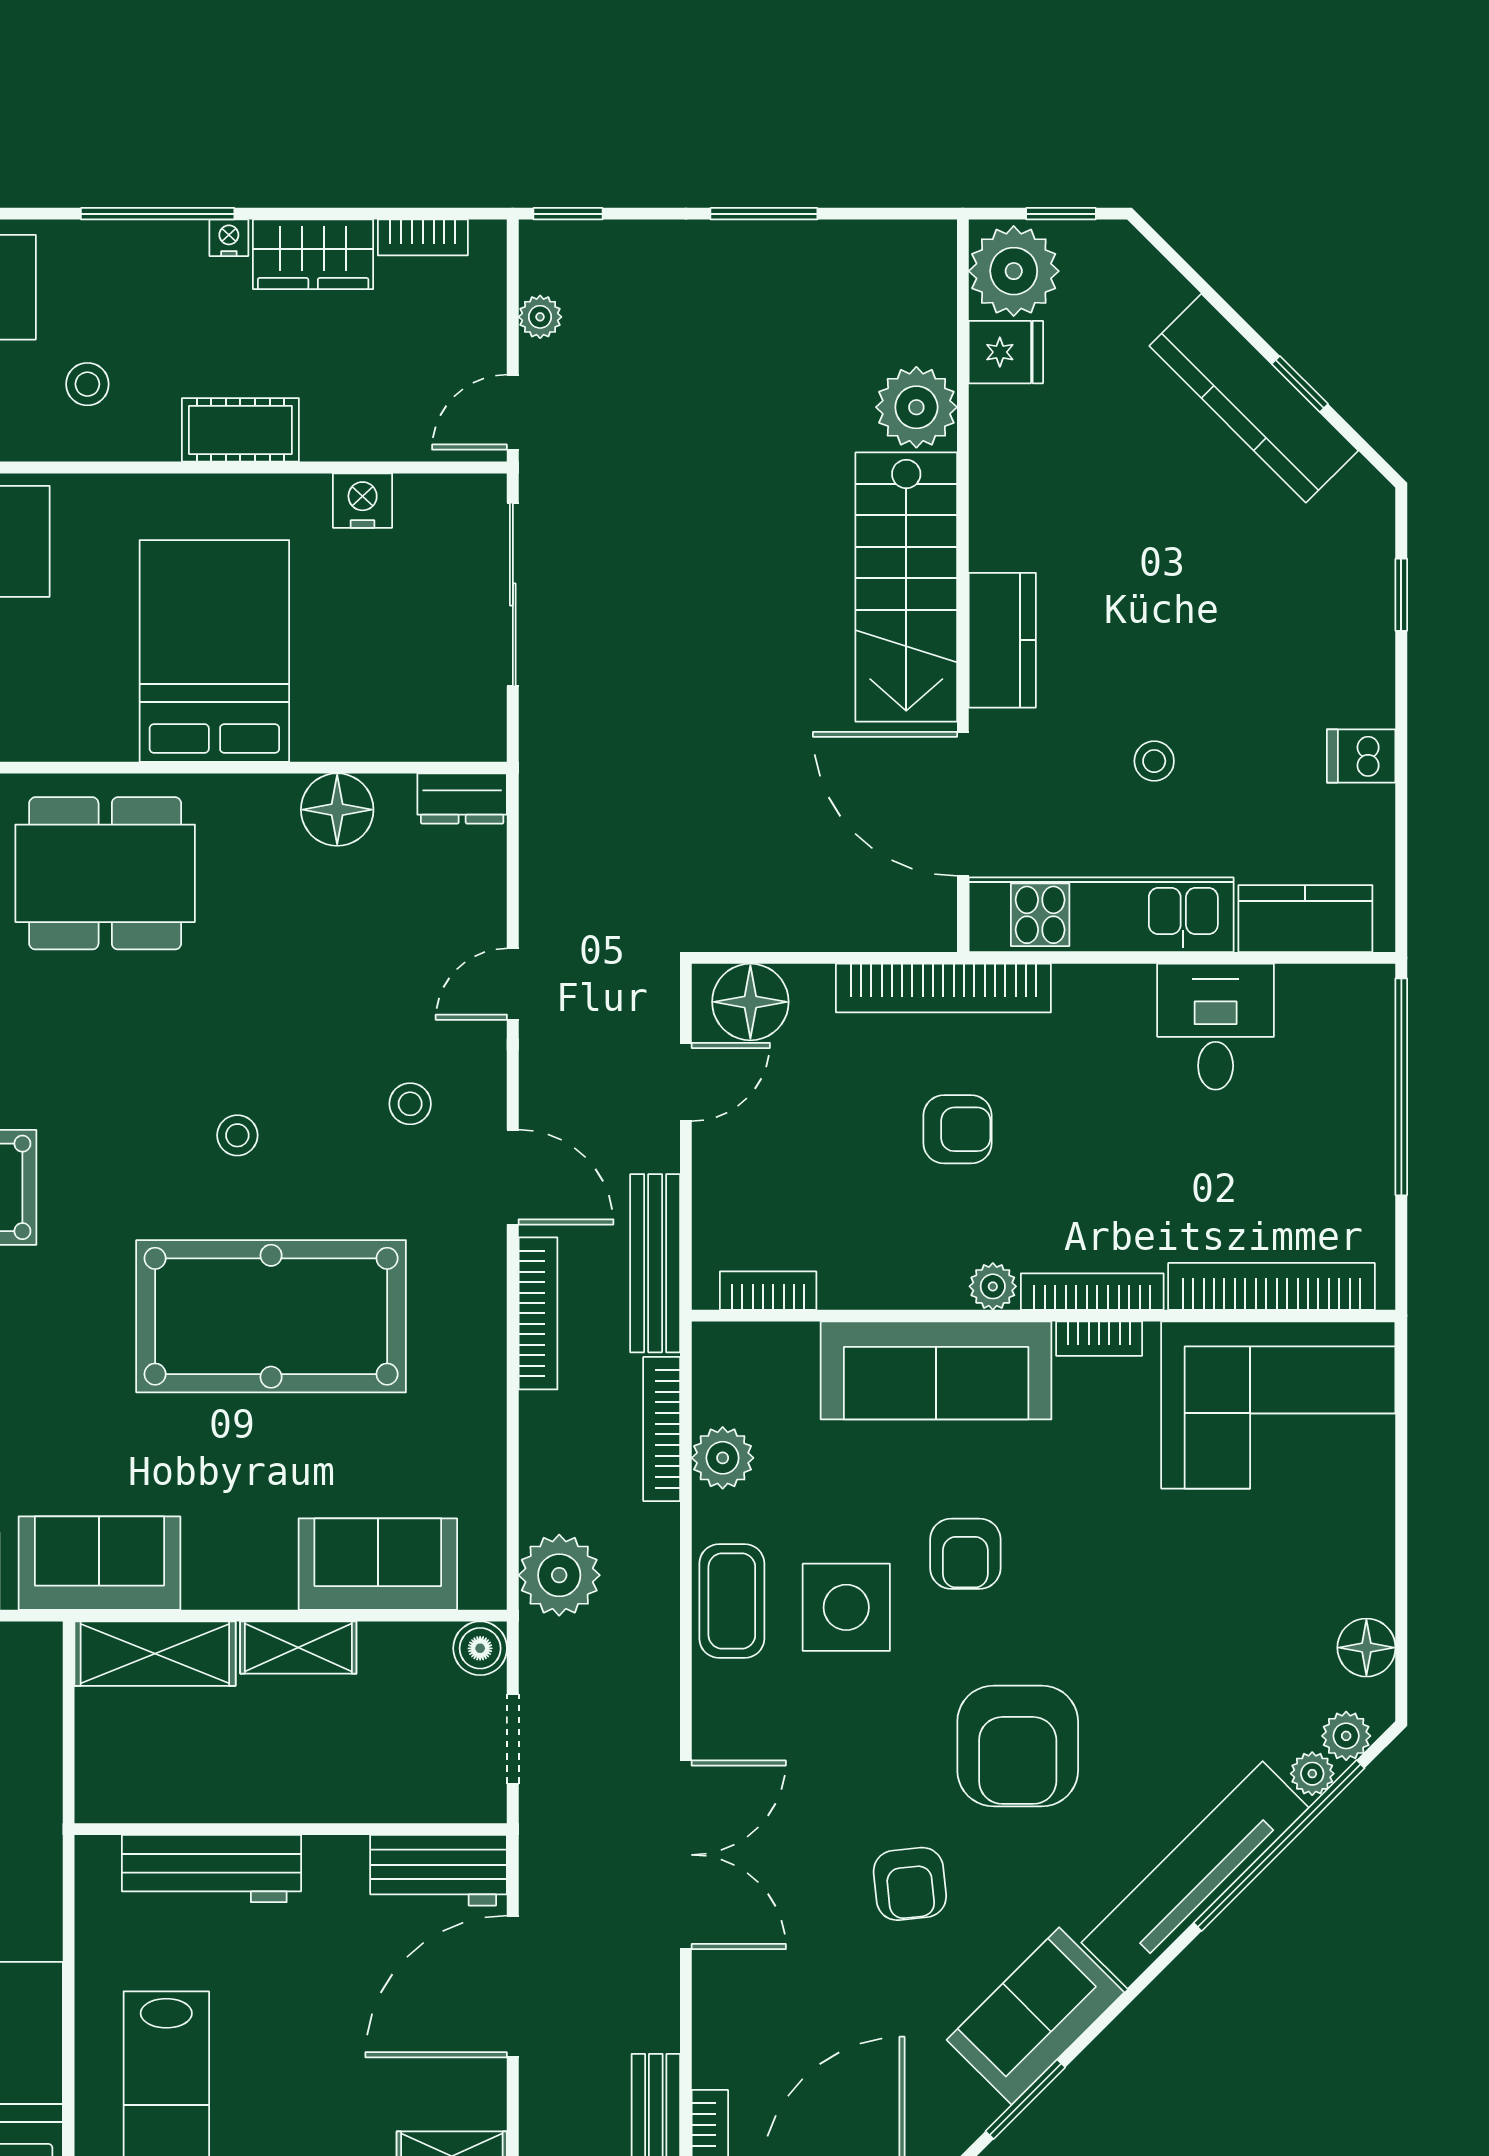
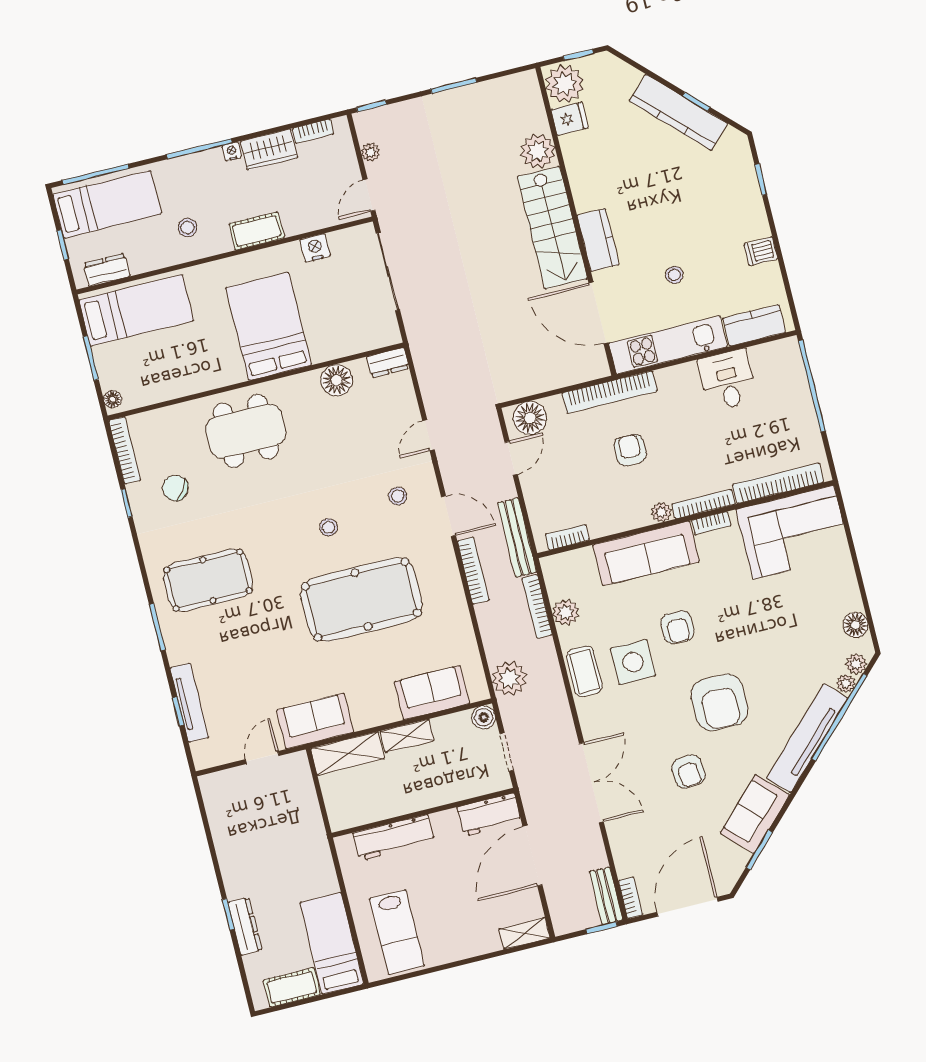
armchair: (958, 1129) -> (630, 450), turned -90

